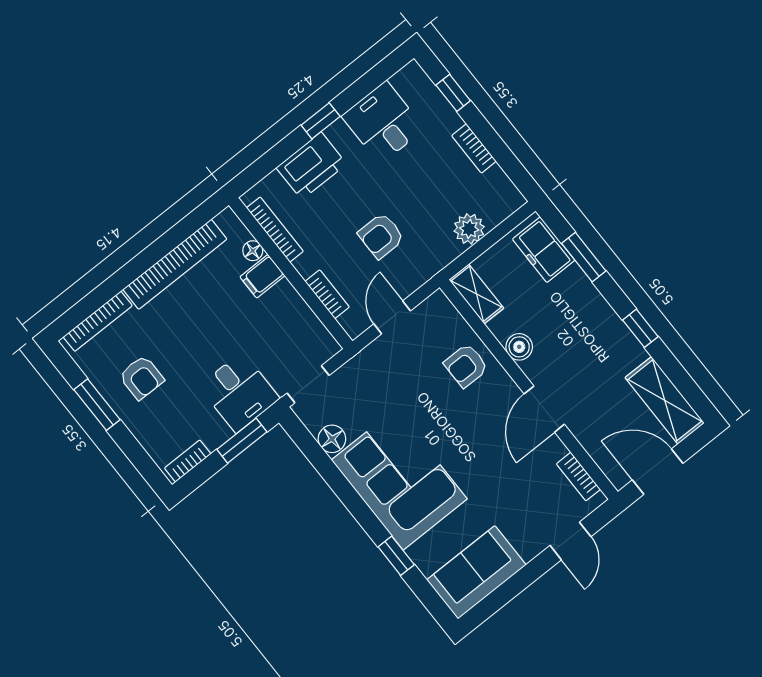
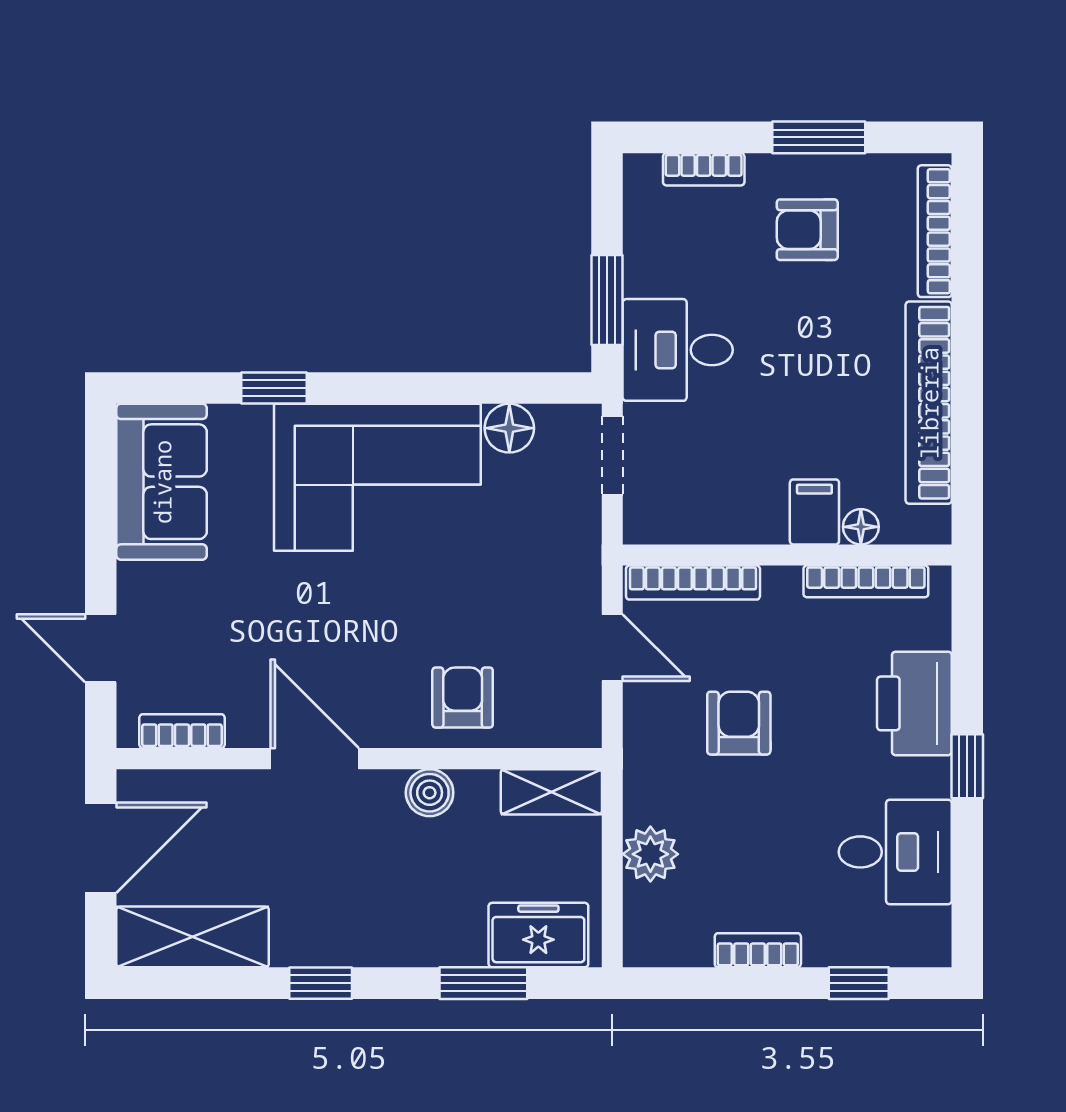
bookcase: (327, 294) -> (693, 583), width x1.56
bookcase: (188, 461) -> (704, 169), moved, turned 90

